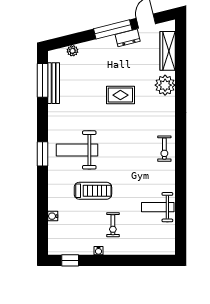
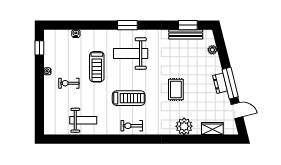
dresser: (128, 38) -> (220, 83), moved
wardrobe: (168, 51) -> (212, 128), width x0.67
window: (42, 80) -> (188, 25), width x0.69
weight bench: (77, 150) -> (131, 54), turned -90
treadmill: (131, 152) -> (129, 98), added
weight bench: (158, 207) -> (83, 120), turned 90

